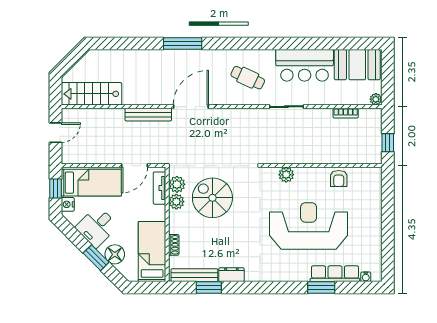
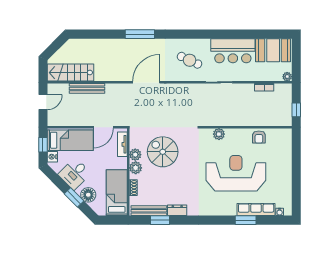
bench: (148, 115) -> (87, 88), moved
plant: (177, 184) -> (136, 168), moved

